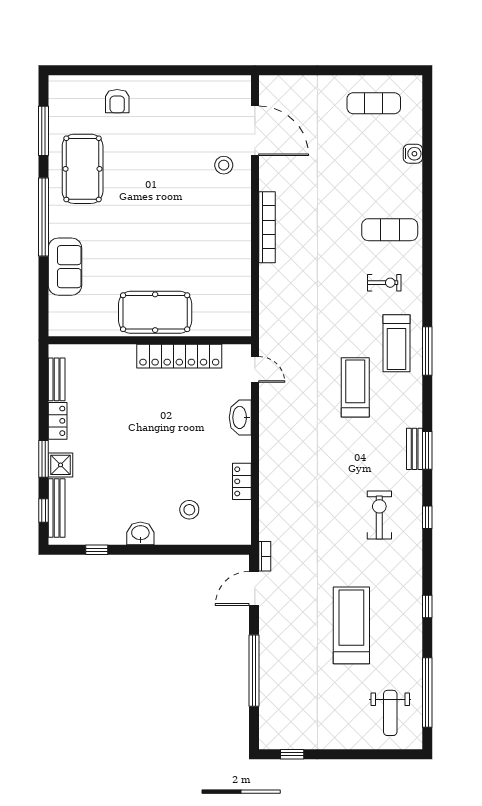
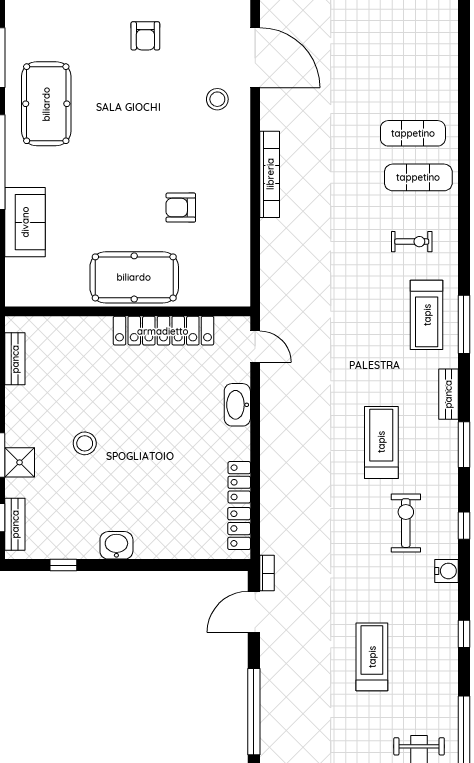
armchair: (117, 101) -> (145, 36), moved
exercise mat: (374, 103) -> (413, 133), moved
water cooler: (413, 154) -> (446, 571), moved
armchair: (194, 255) -> (181, 208), added
treadmill: (355, 387) -> (381, 442), moved
locker: (58, 421) -> (239, 529), moved, turned 180
bench: (415, 449) -> (448, 394), moved
bench: (57, 508) -> (15, 524), width x0.73
stool: (189, 510) -> (85, 443), moved
treadmill: (351, 625) -> (372, 657), width x0.73, depth x0.73

